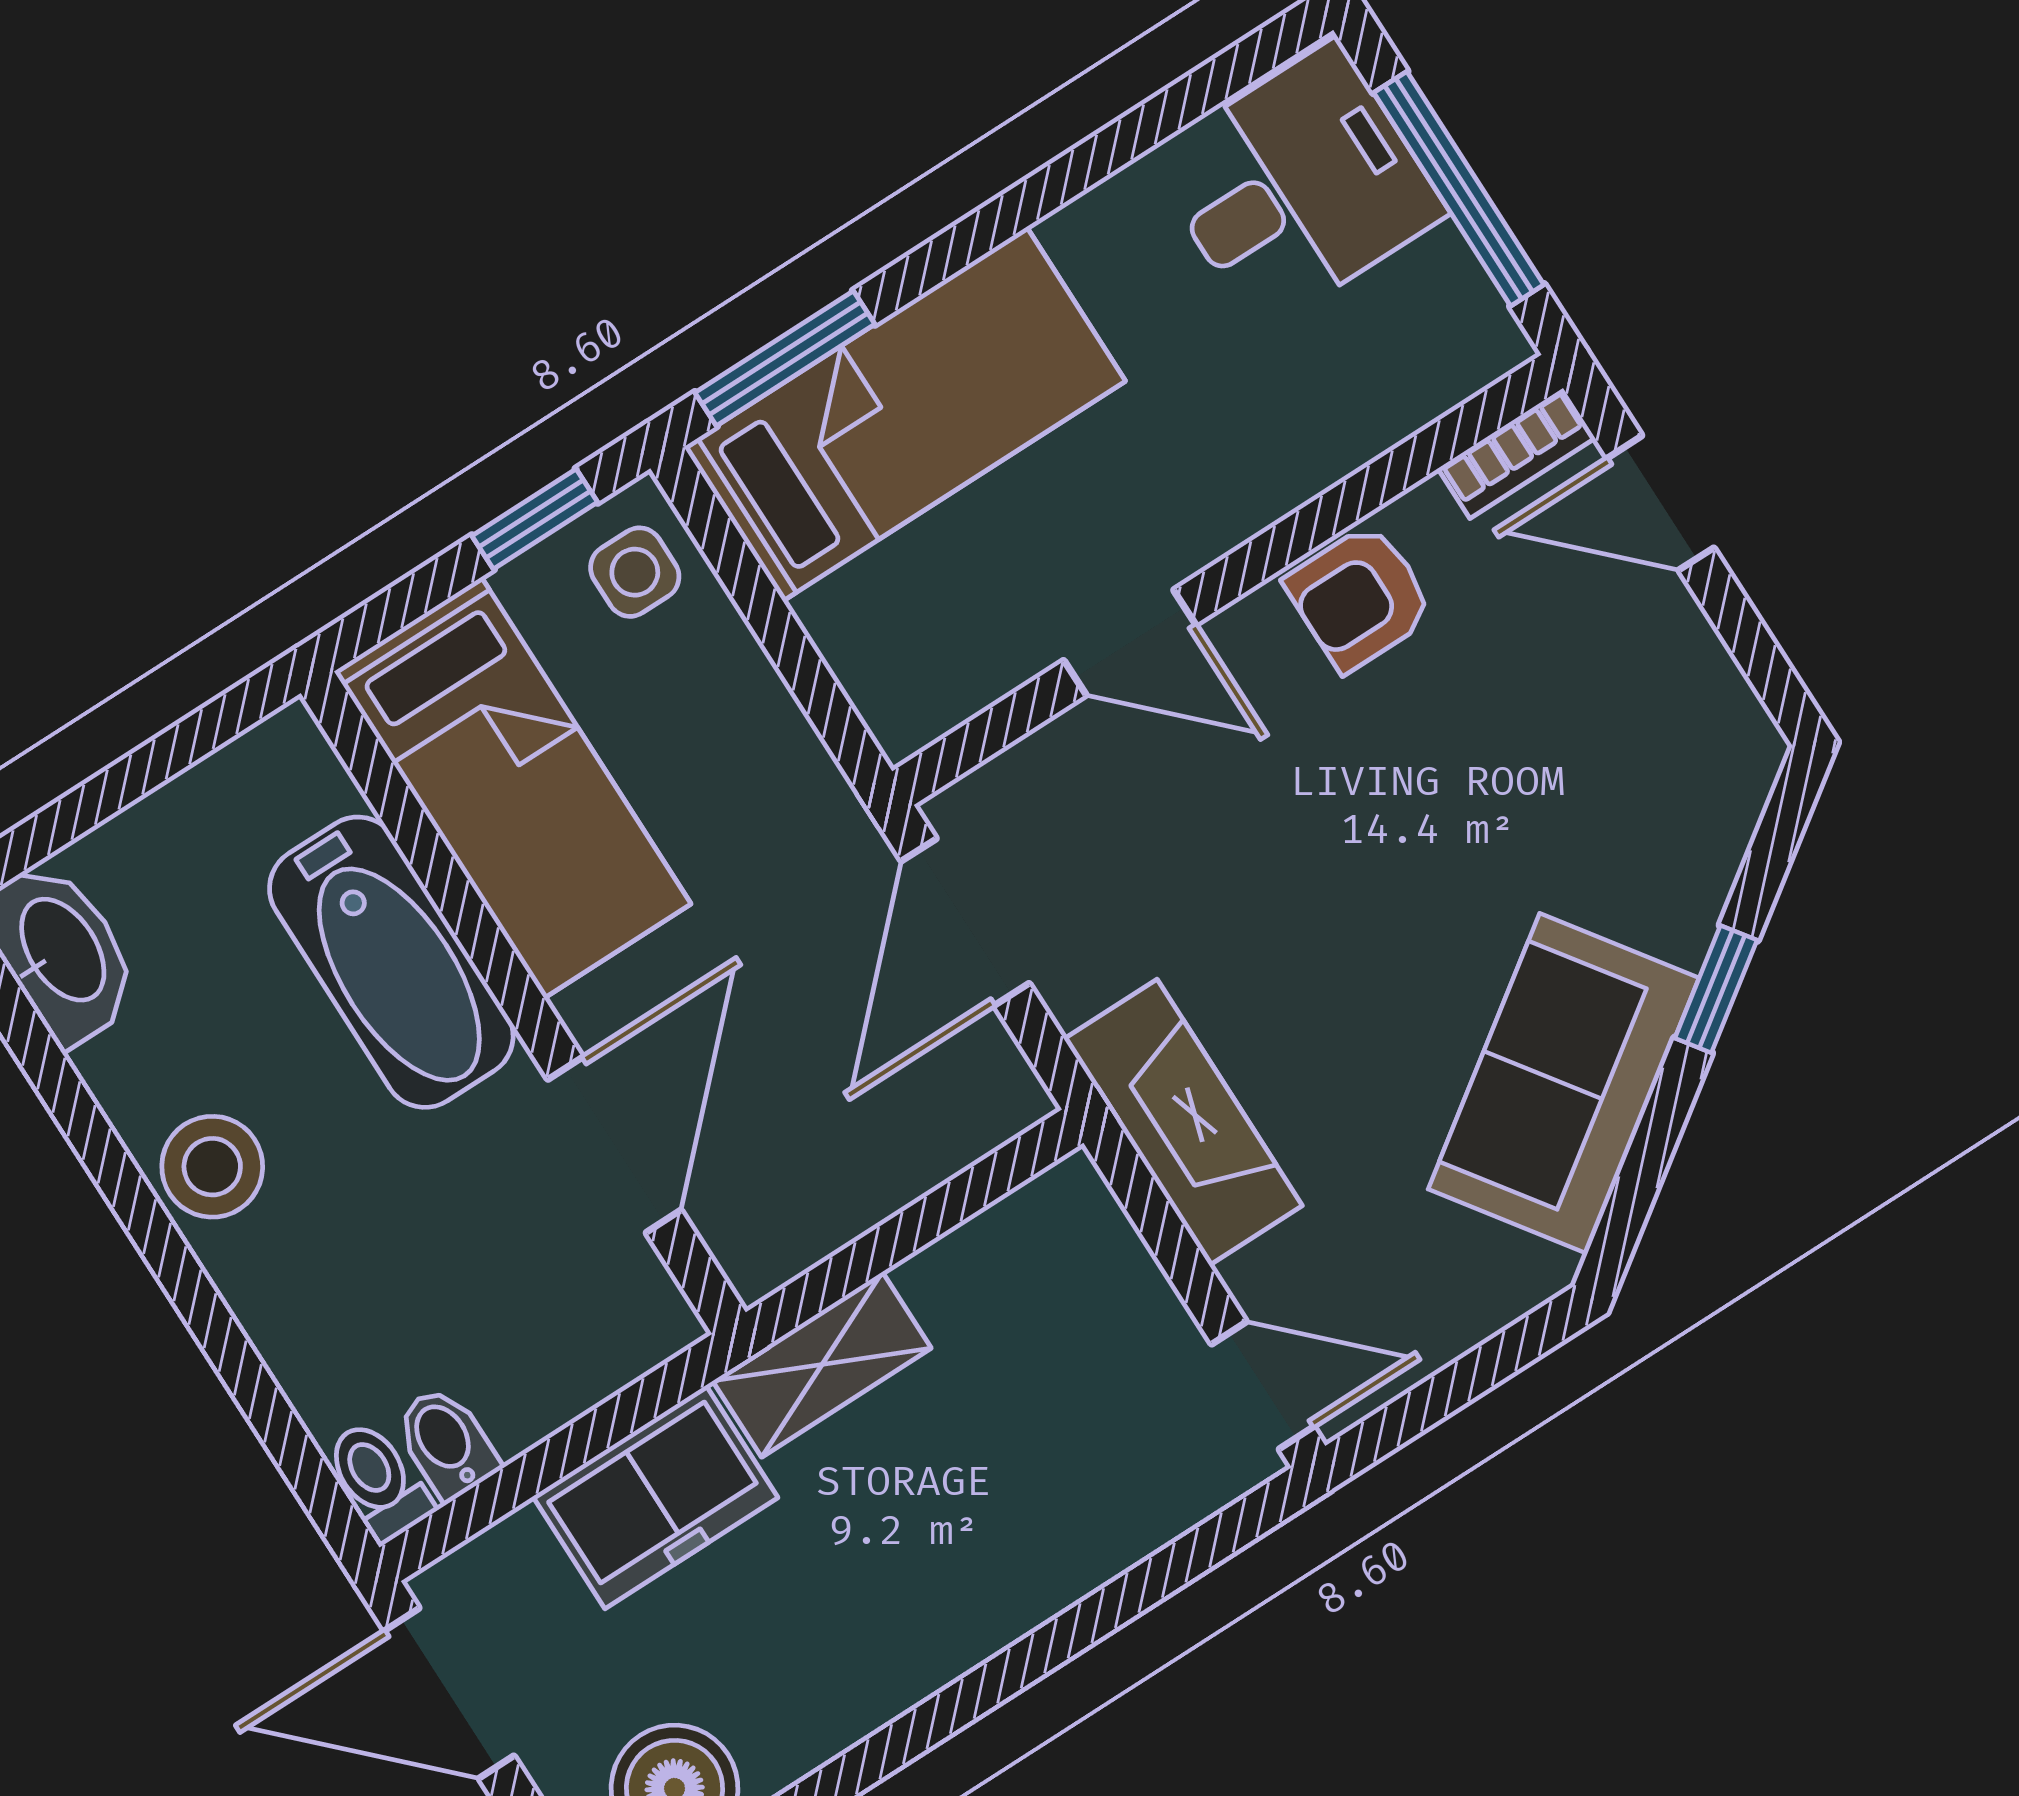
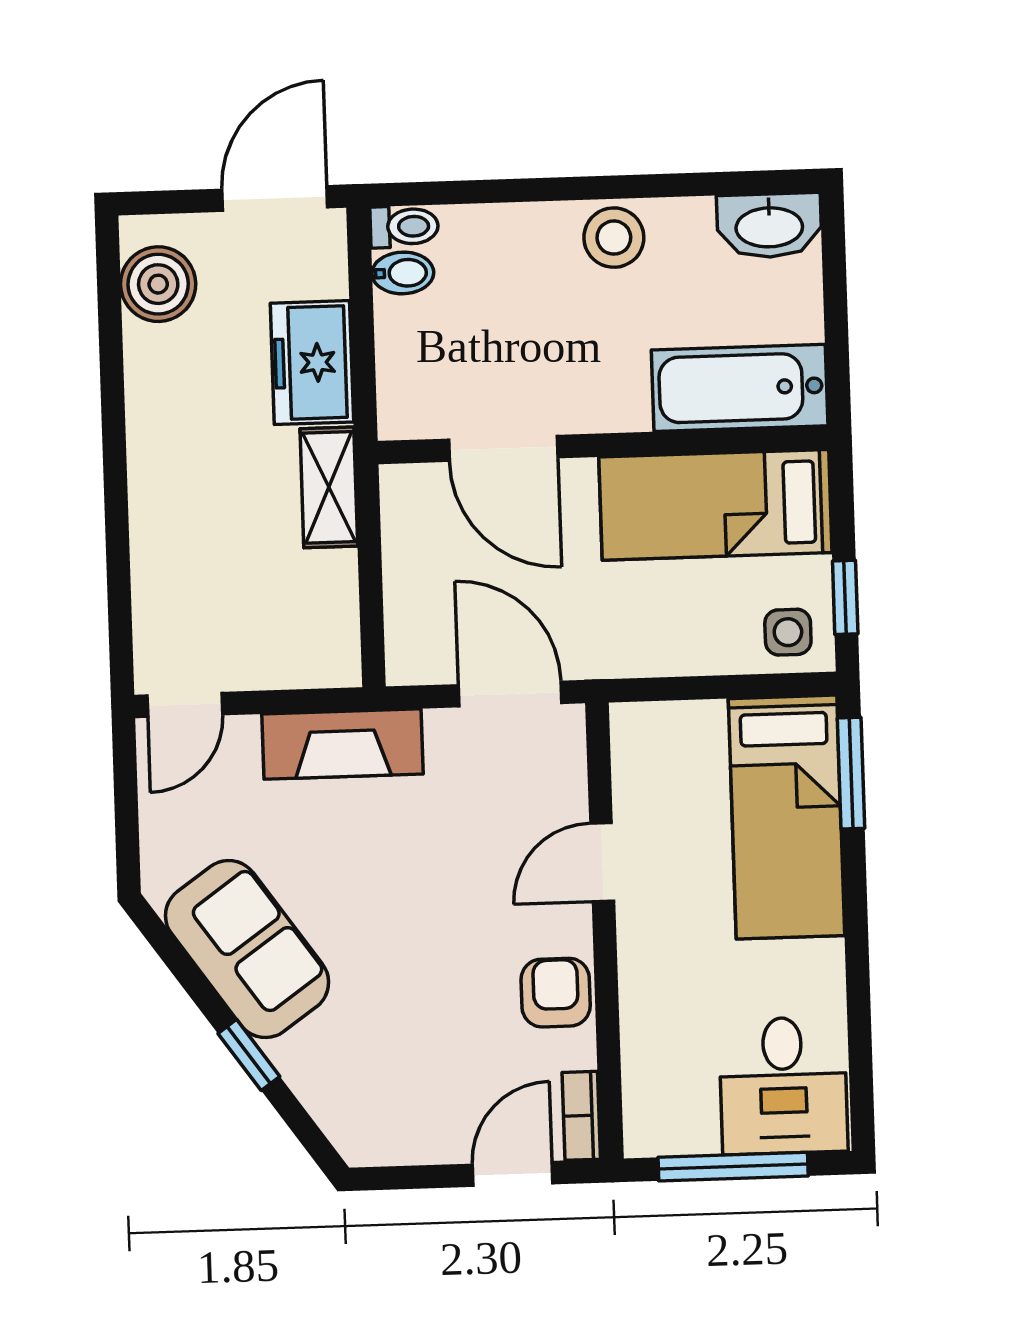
bathtub: (391, 962) -> (740, 388), moved

